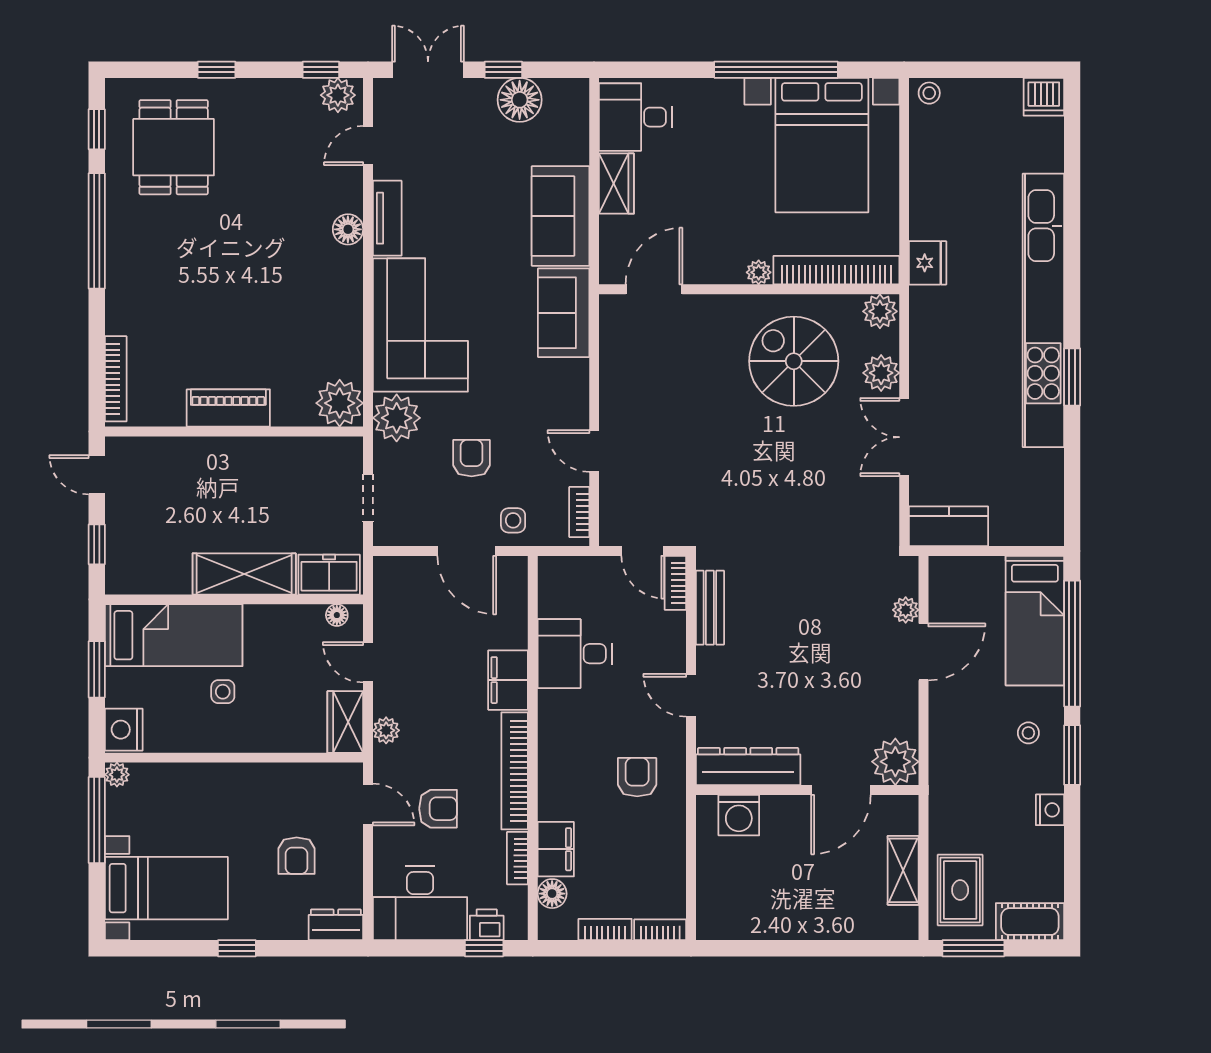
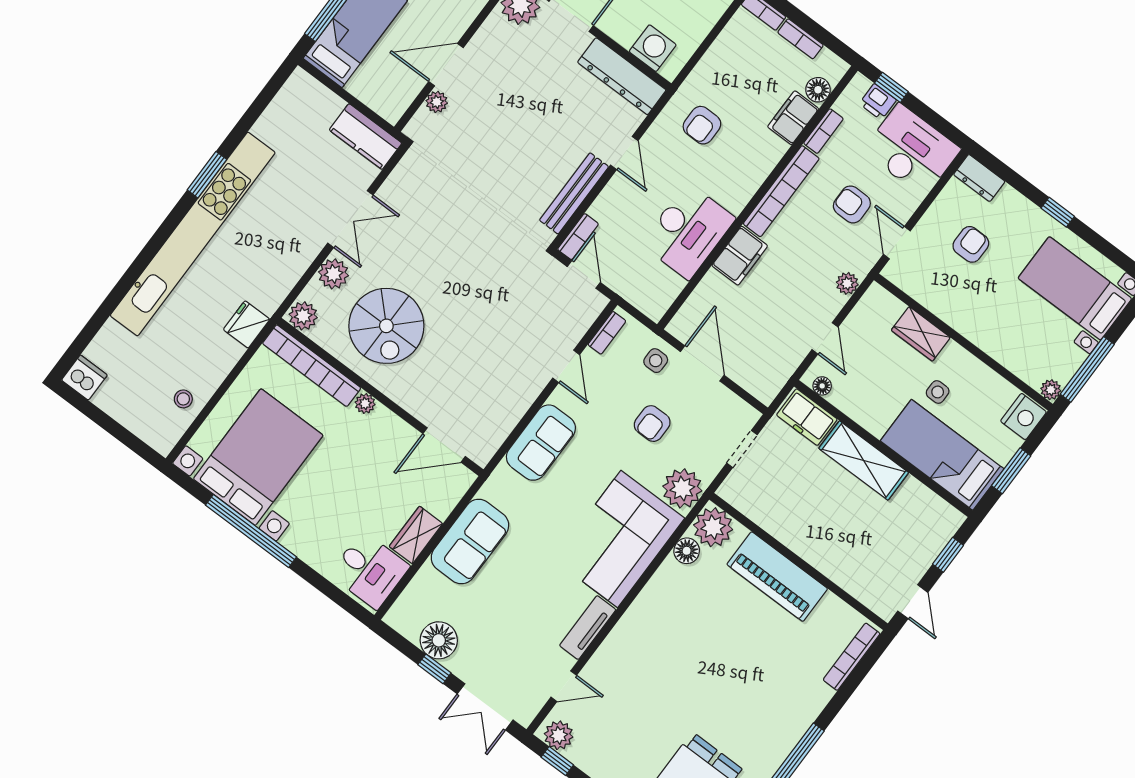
stool: (929, 93) -> (183, 399), moved
floor lamp: (348, 229) -> (687, 551), moved
sofa: (564, 313) -> (541, 443), moved
piano: (228, 408) -> (777, 577), width x1.37, depth x1.33
bench: (710, 608) -> (574, 193), width x1.36
desk: (575, 654) -> (688, 231), width x1.37
wardrobe: (345, 722) -> (921, 334), moved, turned 90

